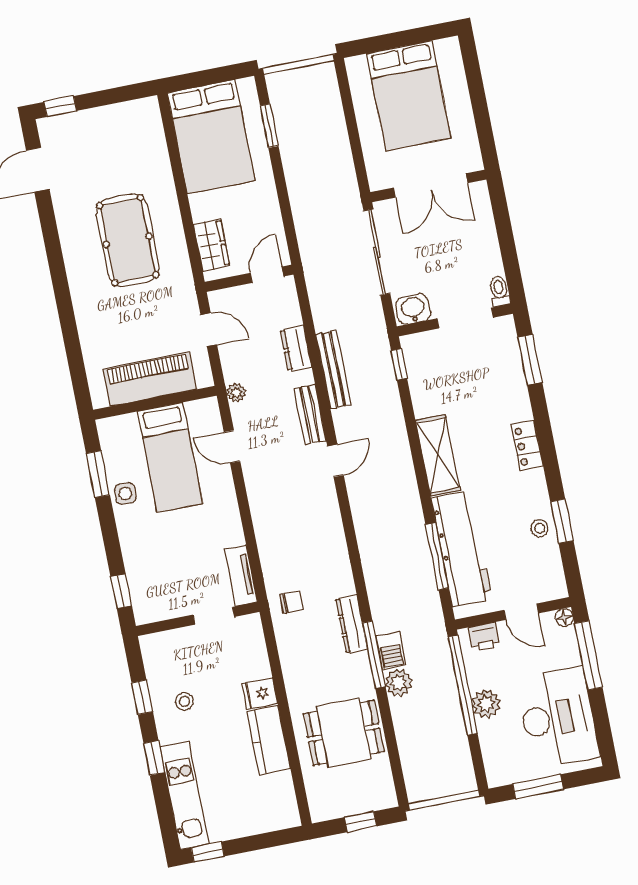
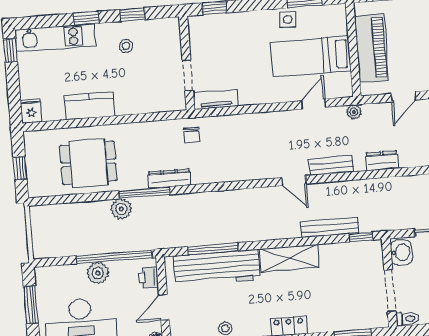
bench: (333, 370) -> (330, 227), moved
barbecue: (391, 651) -> (146, 206), removed
fridge: (260, 694) -> (31, 111), moved
dining table: (344, 733) -> (88, 163), turned 90

